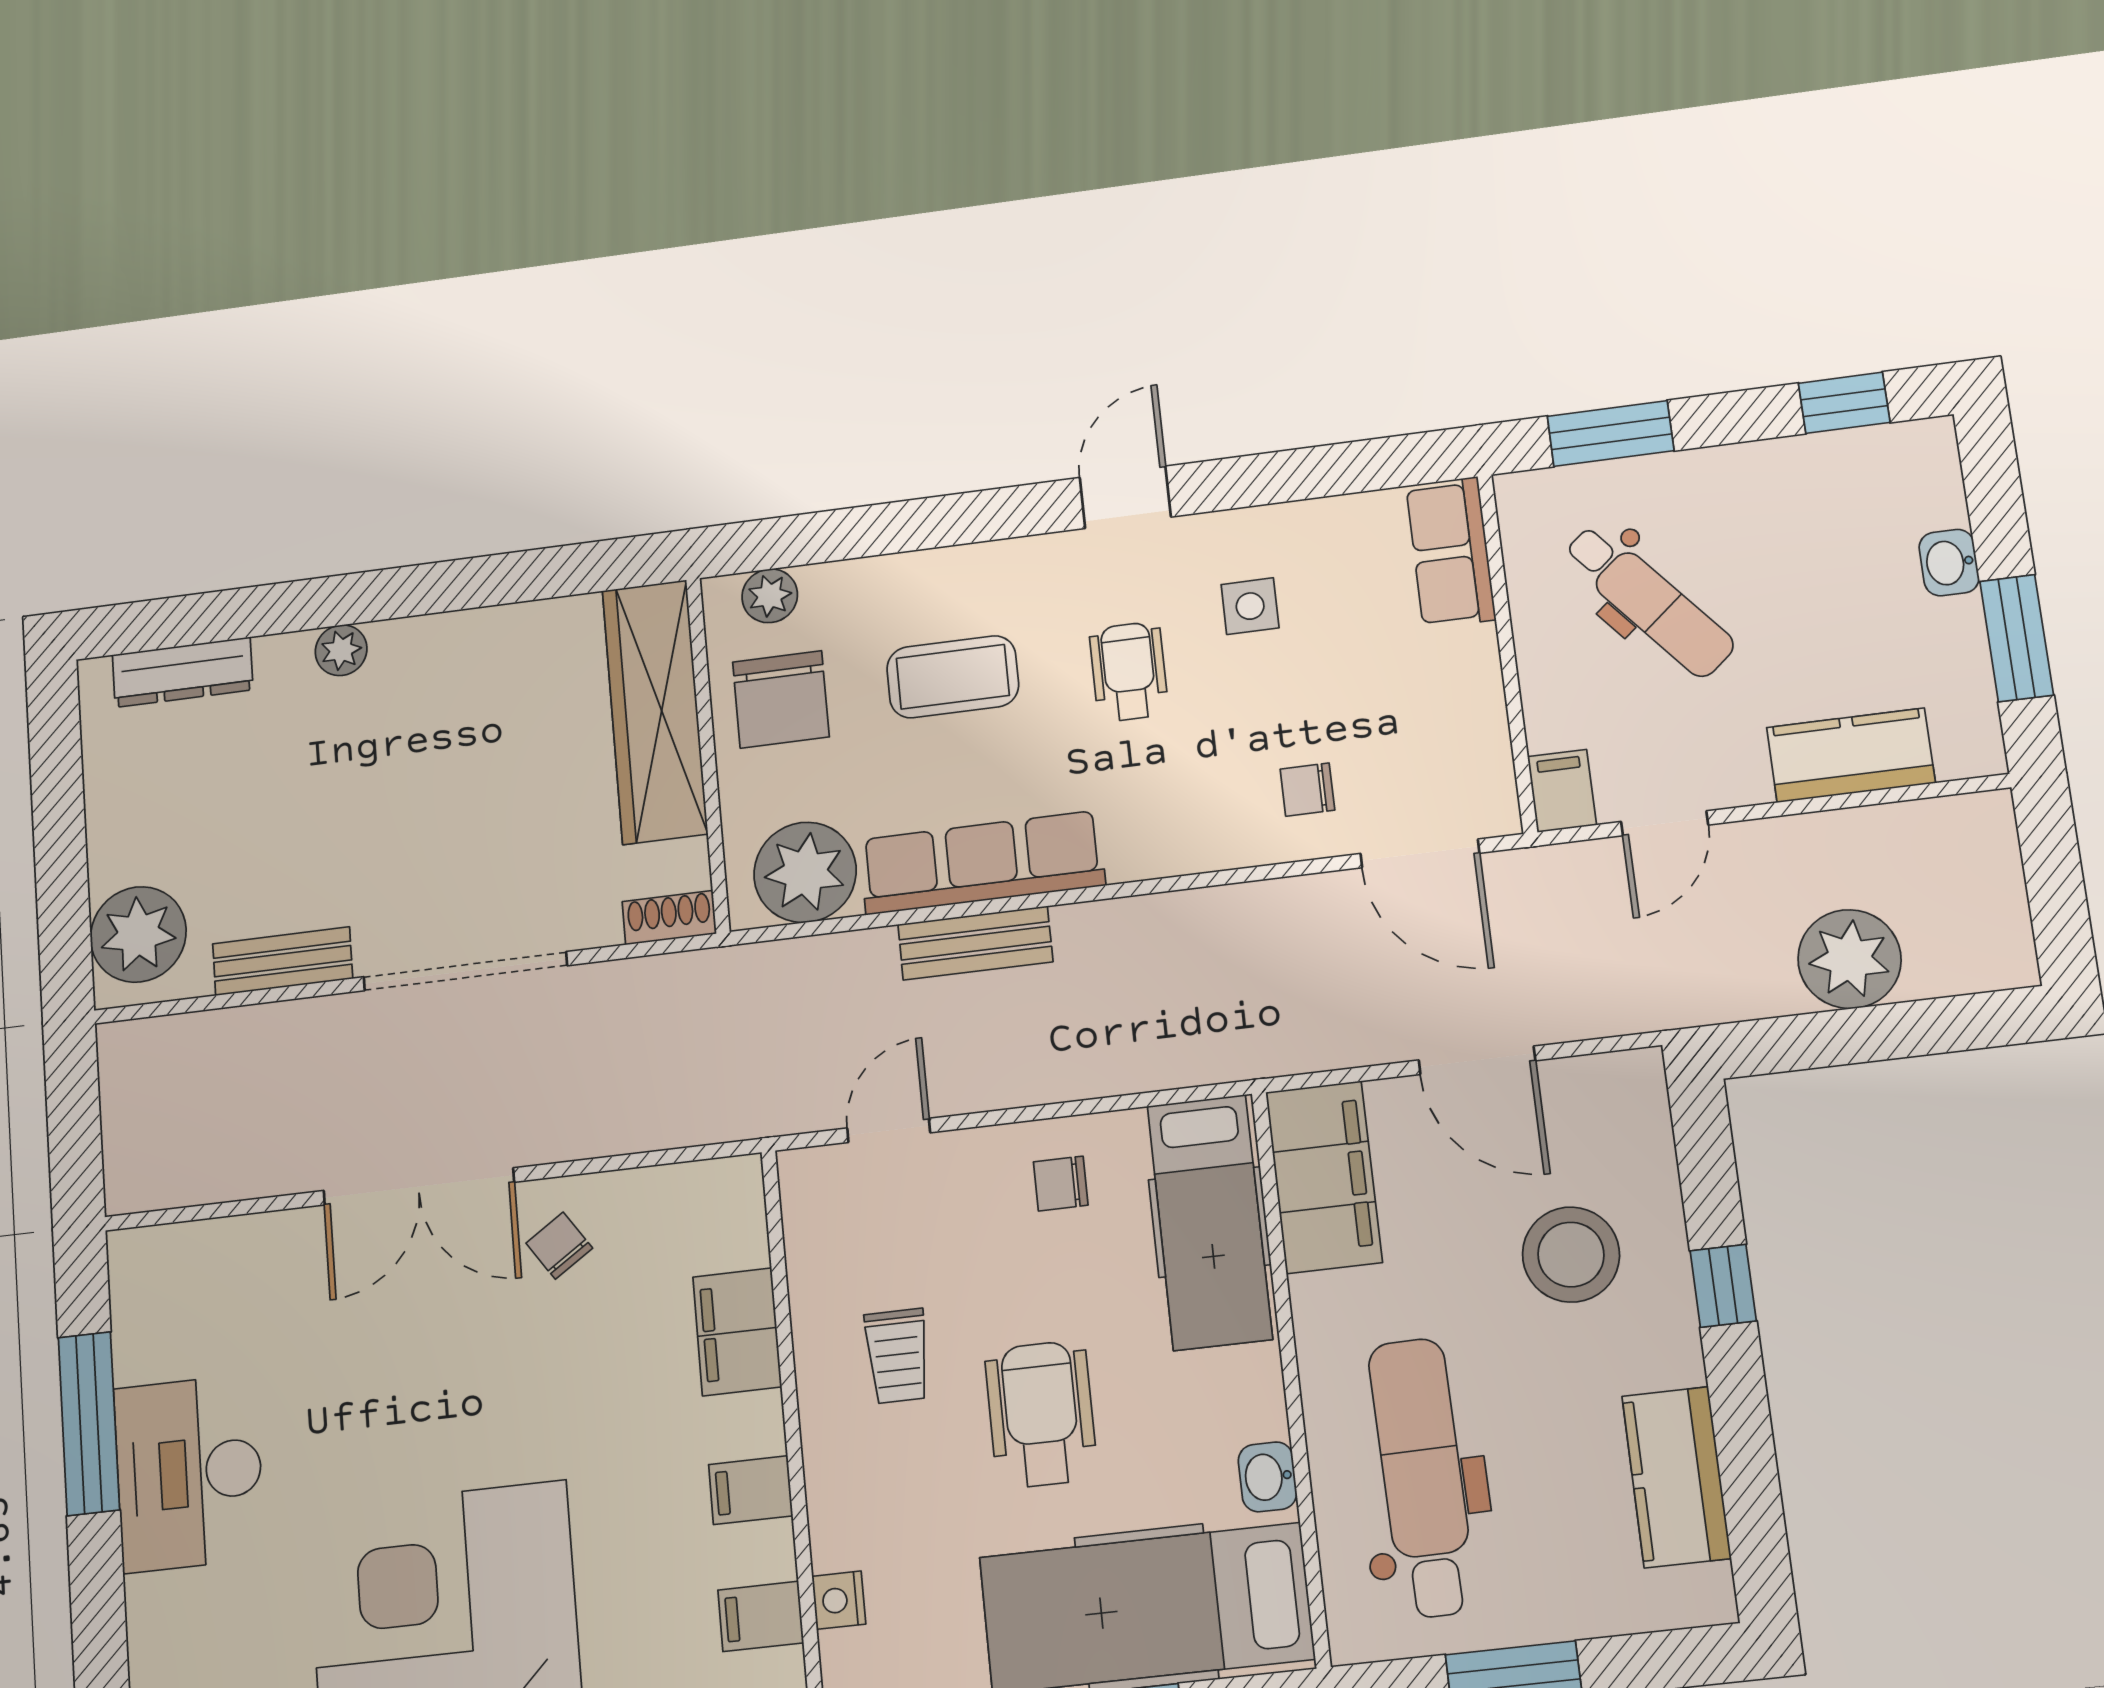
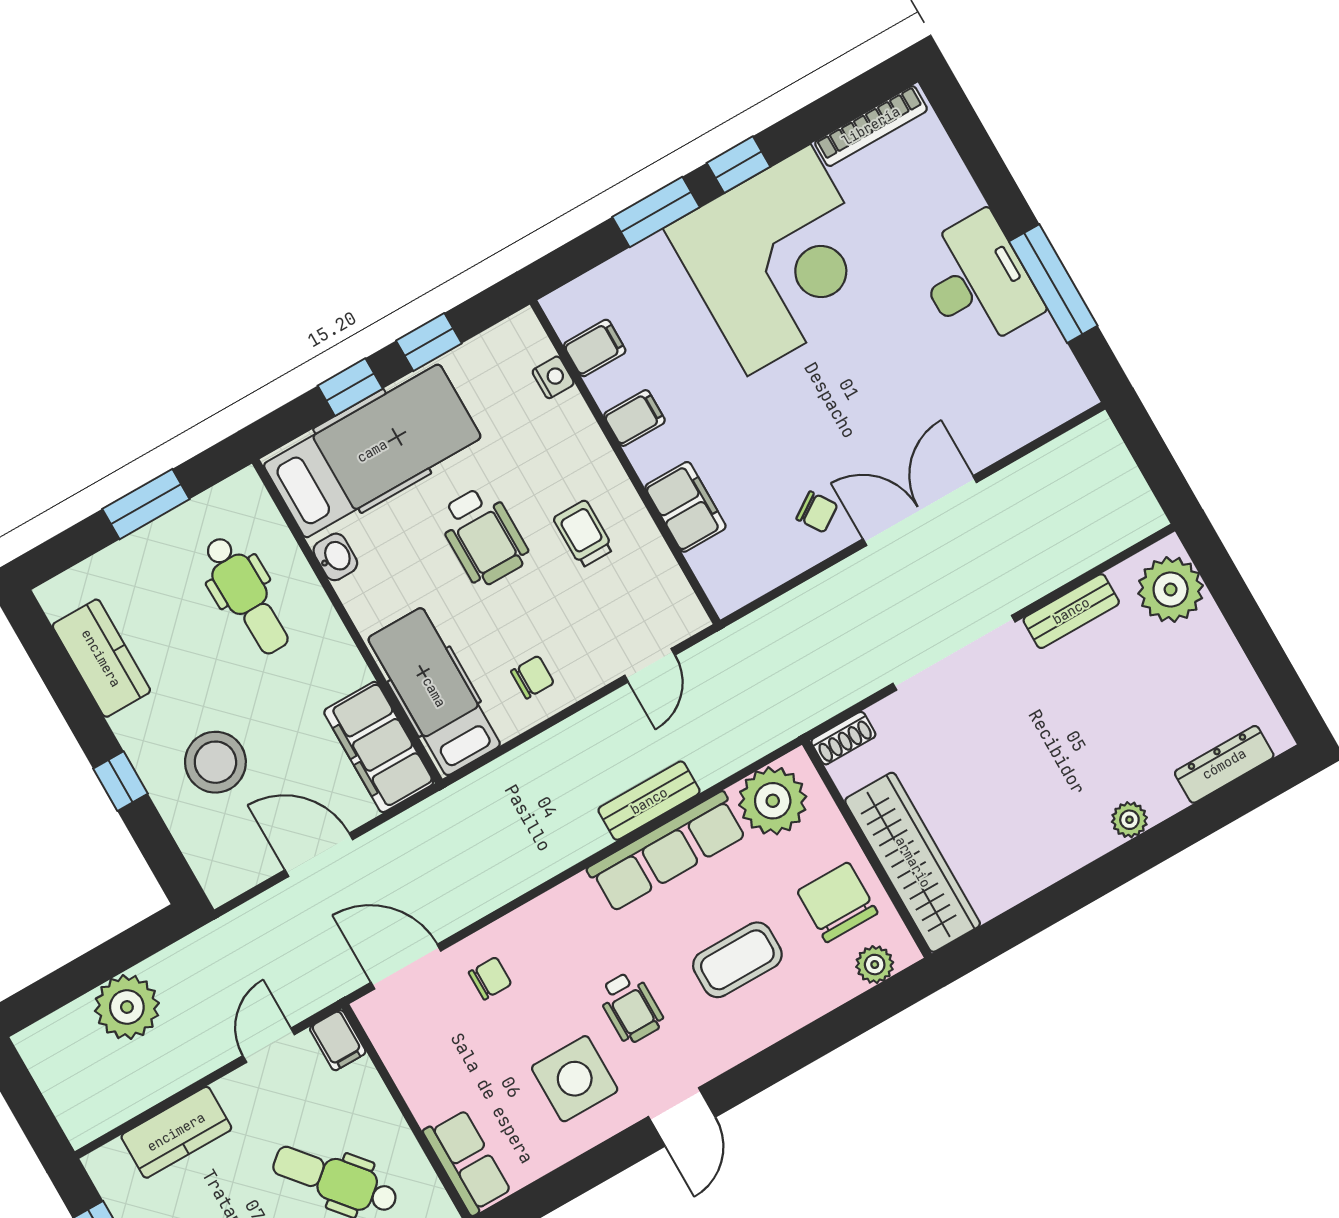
side table: (1250, 606) -> (575, 1079), width x1.87, depth x1.87
dental chair: (1422, 1478) -> (246, 595), width x0.73, depth x0.72

